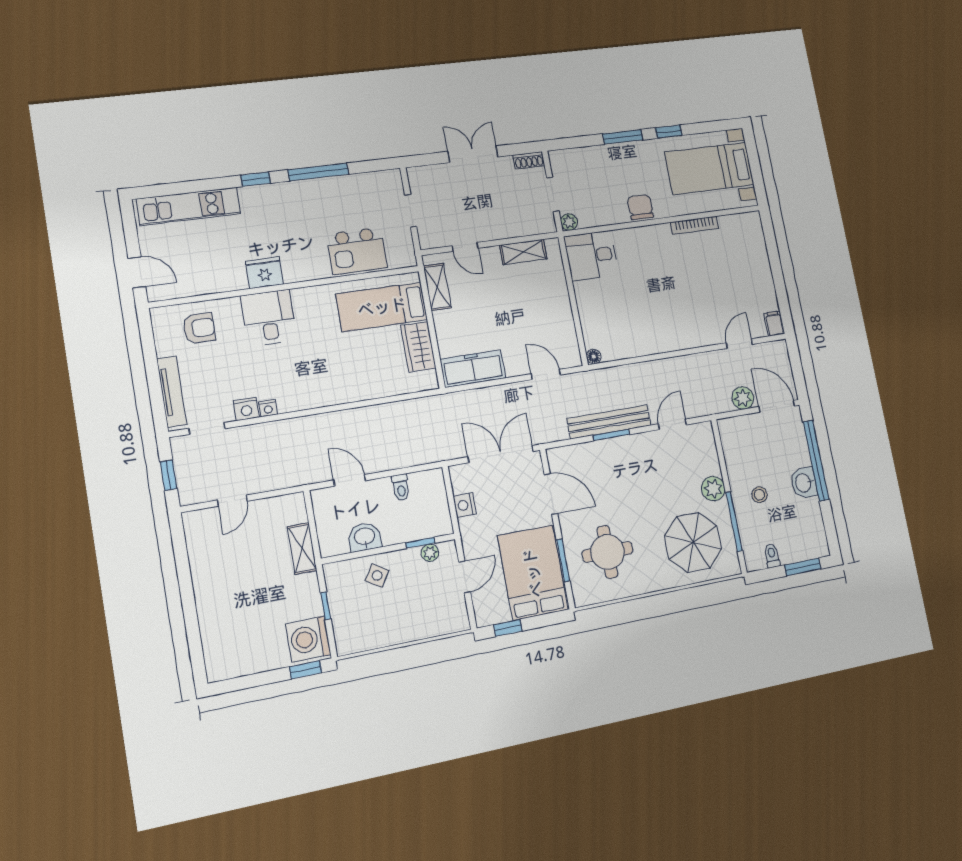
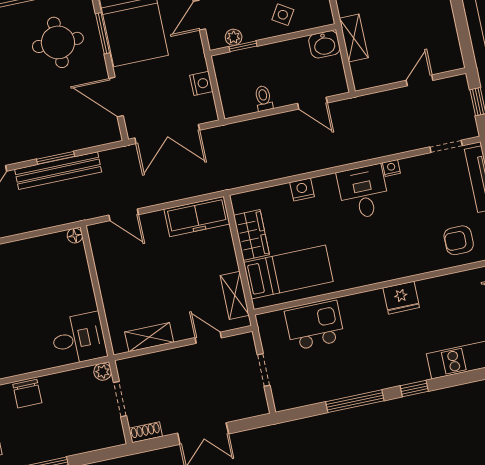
desk: (269, 318) -> (363, 192), moved, turned 180
nightstand: (246, 409) -> (302, 189), moved
washbasin: (365, 537) -> (324, 44), moved

